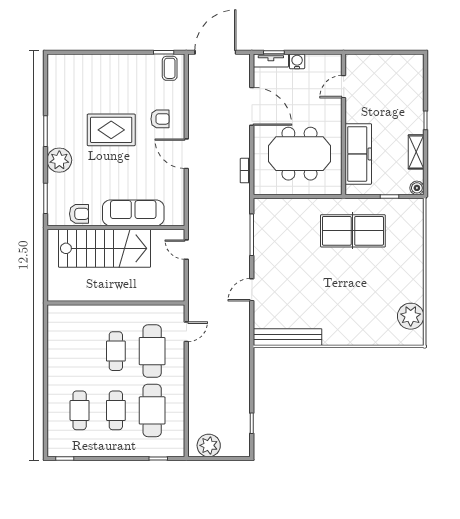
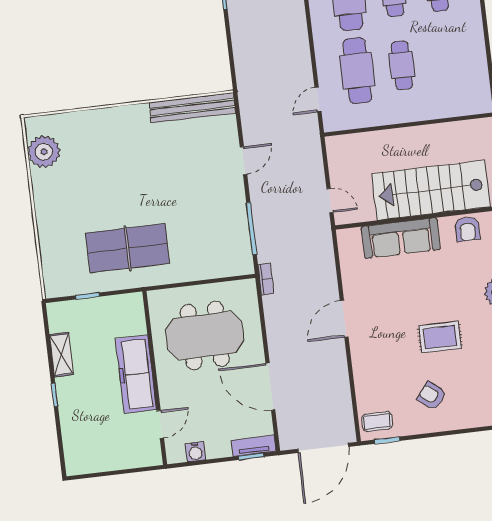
water cooler: (297, 61) -> (196, 452), moved
coffee table: (170, 68) -> (377, 421), turned 90
armchair: (160, 119) -> (432, 396), moved, turned 38
rug: (111, 130) -> (440, 337), width x0.73, depth x0.70
door: (186, 154) -> (344, 319), swing flipped
freezer: (358, 154) -> (136, 374), moved
bookcase: (245, 171) -> (266, 279), moved
boiler: (417, 188) -> (55, 310), removed
armchair: (79, 214) -> (467, 229), turned -90

